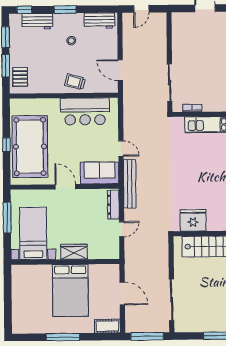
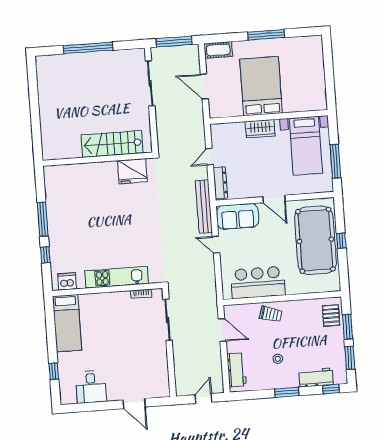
workbench: (99, 21) -> (237, 370), moved, turned 90

